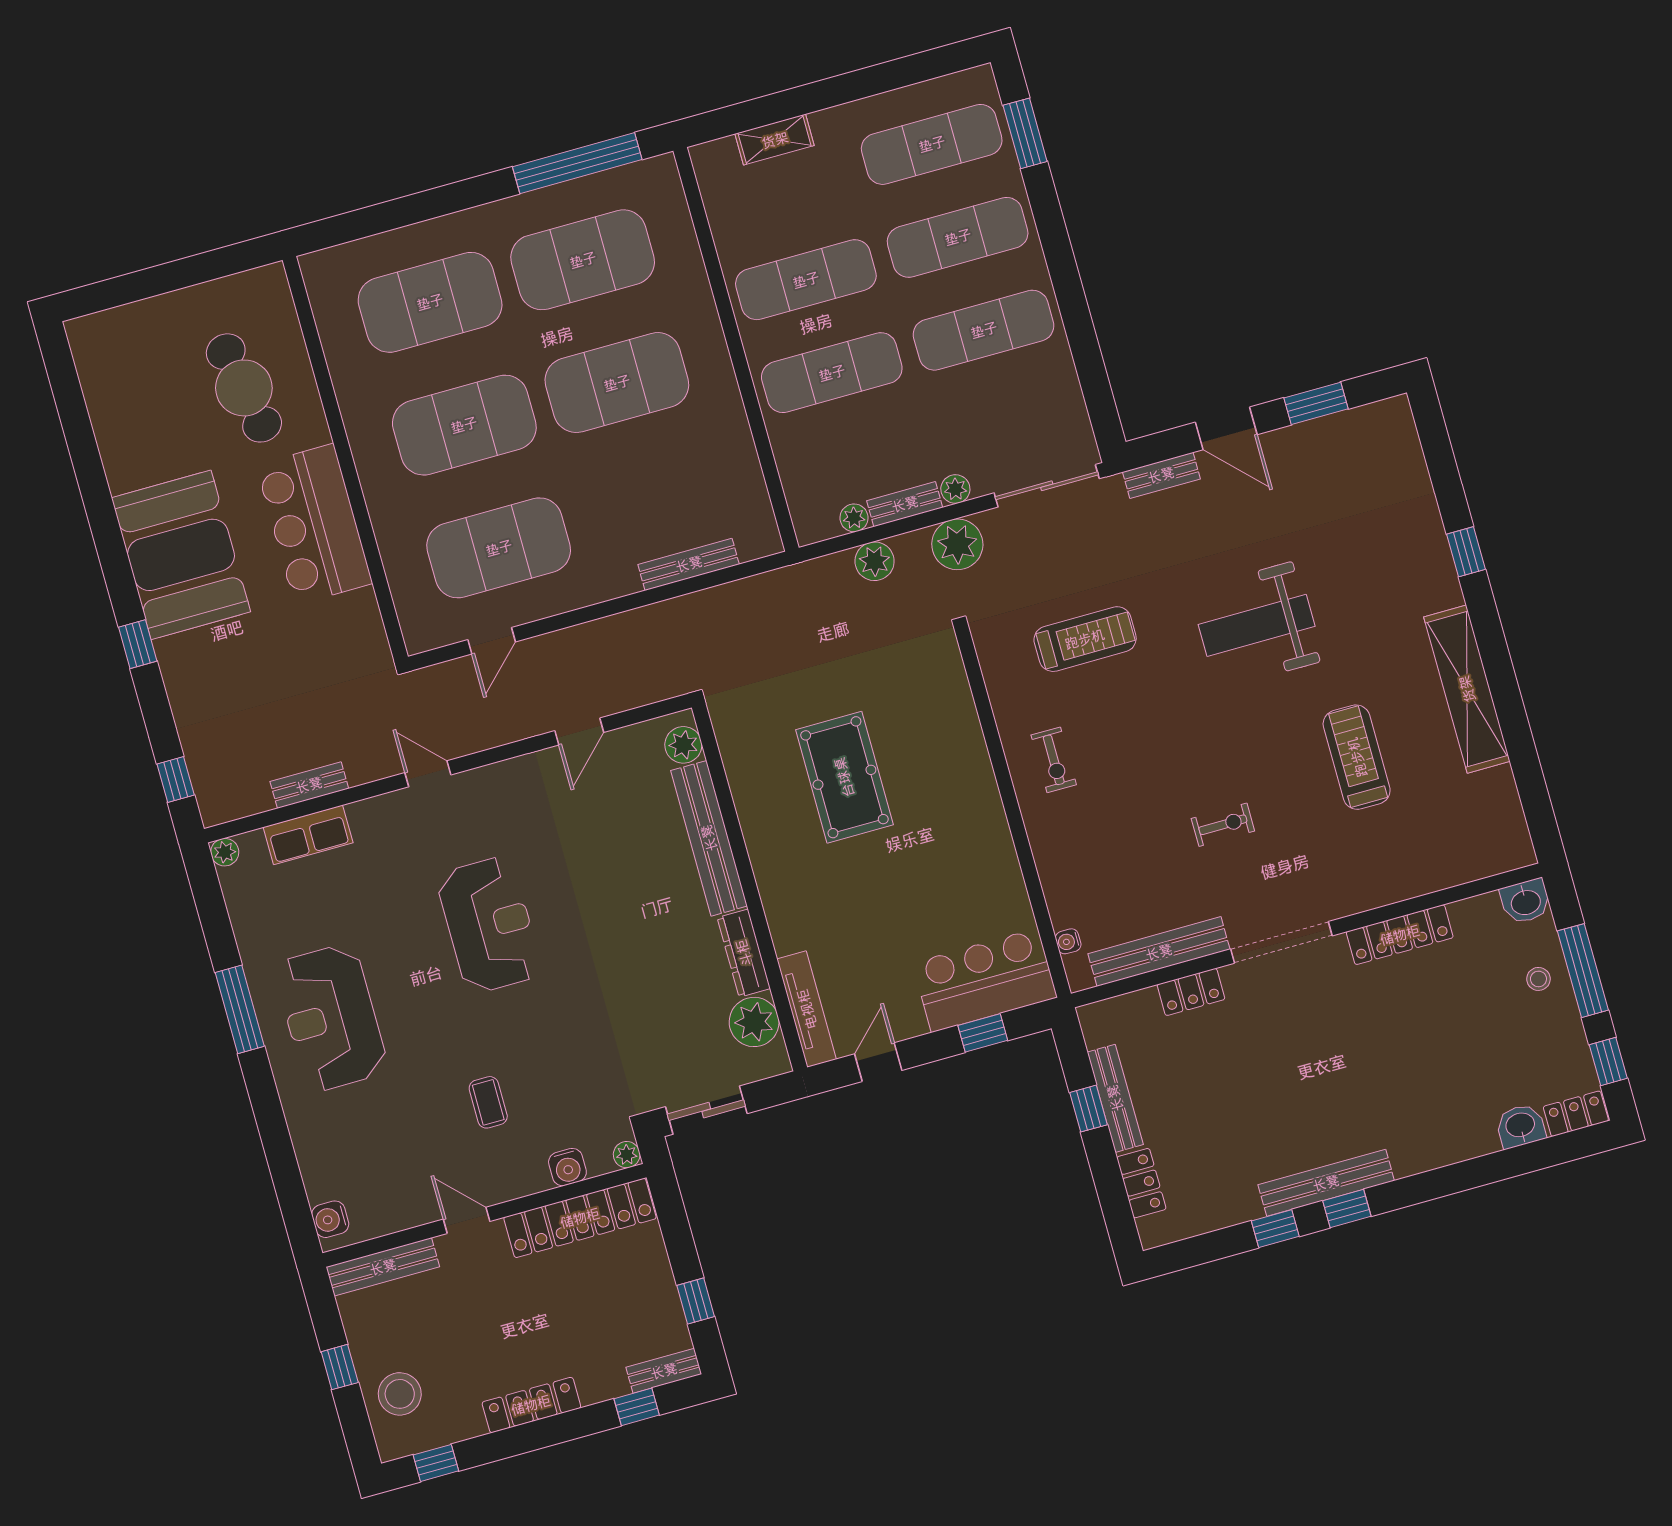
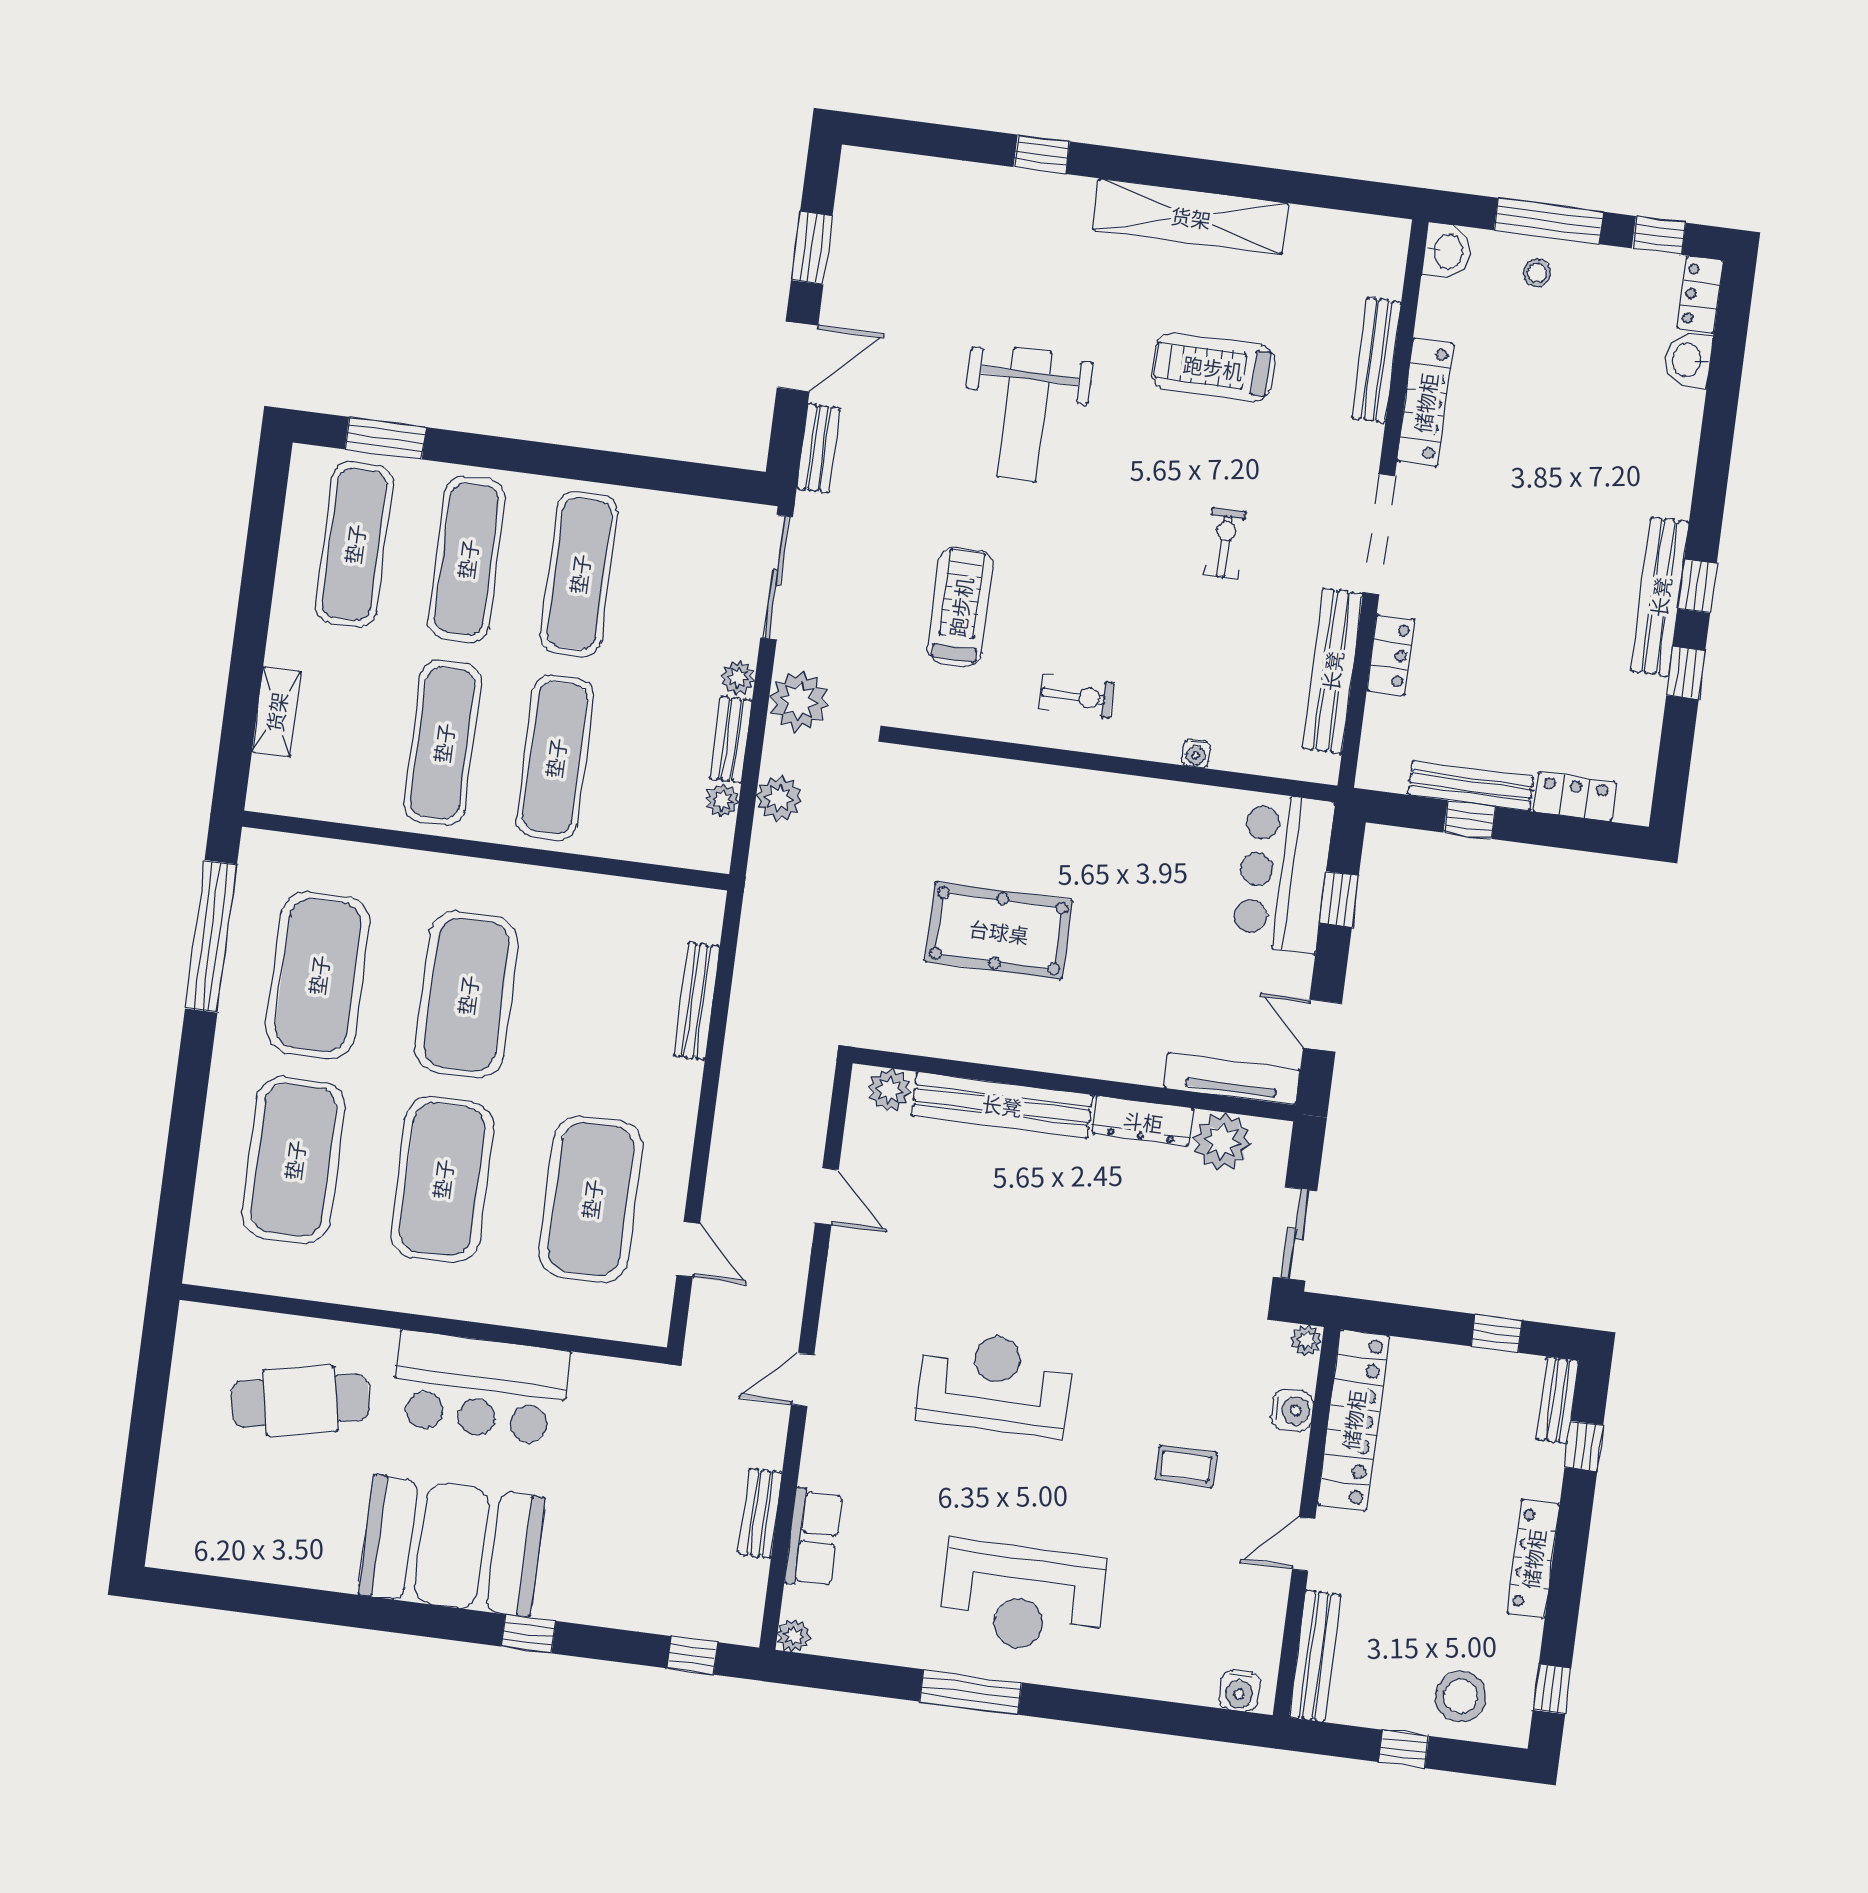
bench: (1417, 882) -> (1376, 360), added
water cooler: (1068, 941) -> (1196, 753), moved

